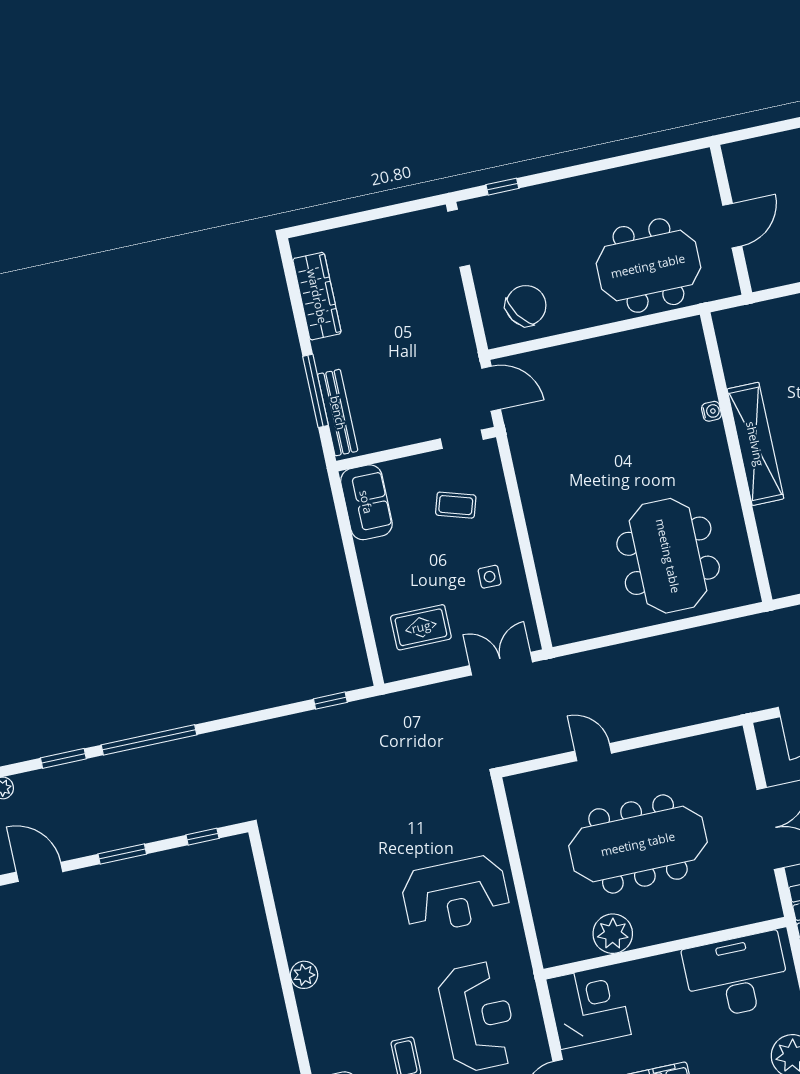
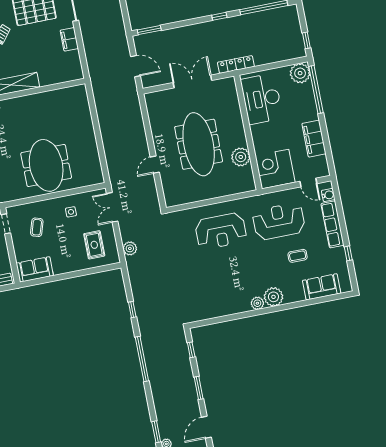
meeting table: (668, 556) -> (46, 165), moved, turned 90
window: (330, 701) -> (132, 310), moved
plant: (415, 703) -> (130, 248), added
window: (149, 740) -> (142, 359), moved
window: (63, 758) -> (156, 432), moved
reception desk: (455, 895) -> (221, 231), turned 90
plant: (318, 1009) -> (273, 297), added

